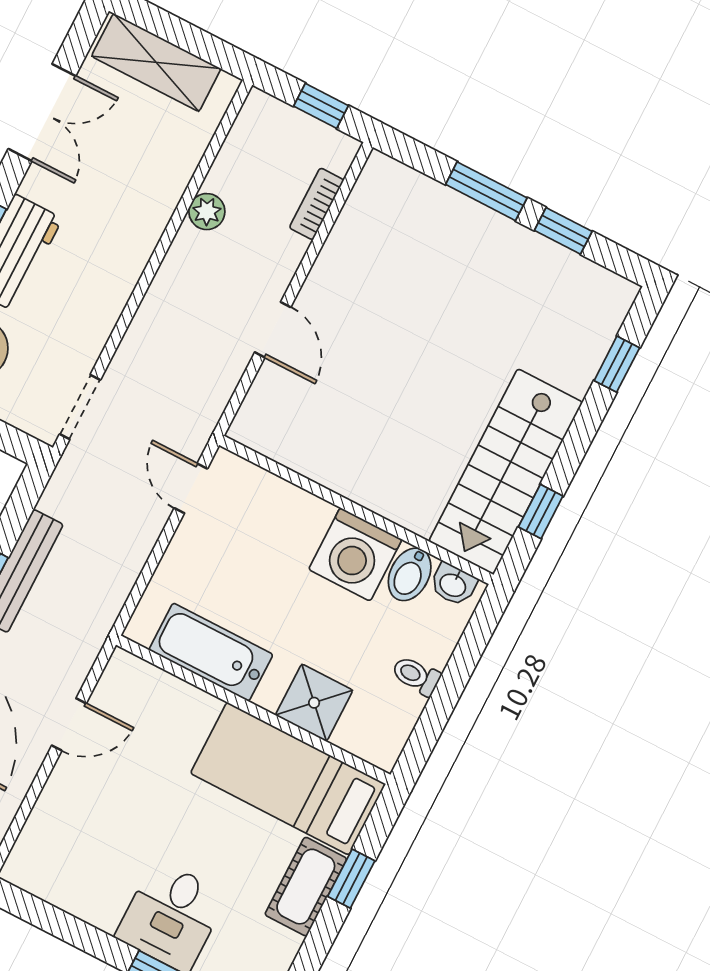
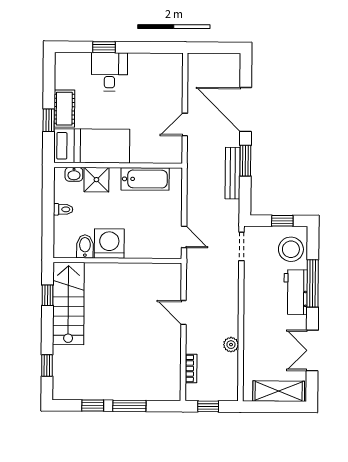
washbasin: (453, 584) -> (74, 174), moved, turned 180

